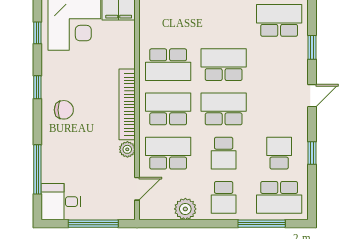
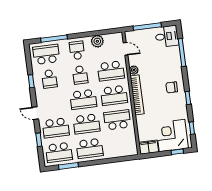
school desk: (224, 20) -> (90, 148), added
school desk: (279, 65) -> (56, 128), added
door: (312, 96) -> (35, 113), hinge flipped
school desk: (224, 153) -> (80, 75), turned 180
door: (137, 189) -> (125, 49), swing flipped

